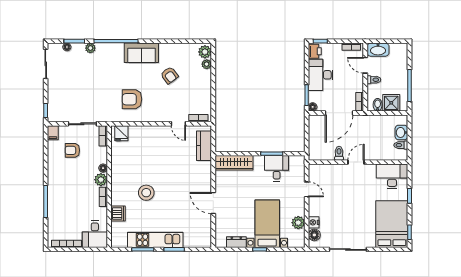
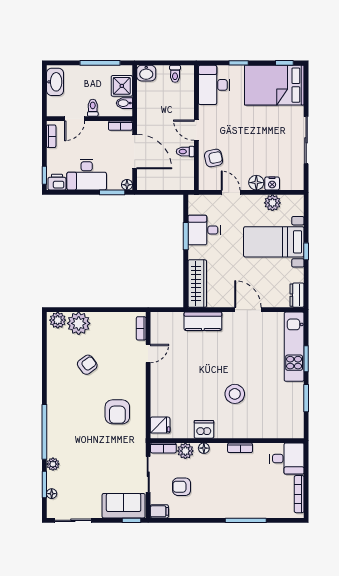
washbasin: (378, 50) -> (55, 82), moved
sofa: (141, 53) -> (124, 506), moved, turned -90
plant: (207, 64) -> (79, 323), width x1.87, depth x1.87
washbasin: (401, 132) -> (146, 73), moved
kitchen counter: (204, 146) -> (203, 321), moved
armchair: (72, 150) -> (182, 487), turned 90
armchair: (334, 176) -> (214, 158), added
plant: (101, 180) -> (185, 451), moved
door: (307, 189) -> (231, 192), hinge flipped
door: (213, 203) -> (248, 310), swing flipped
dishwasher: (118, 214) -> (204, 429), moved
floor lamp: (314, 235) -> (256, 183), moved
kitchen unit: (155, 240) -> (294, 347), moved
dresser: (236, 242) -> (297, 295), moved

